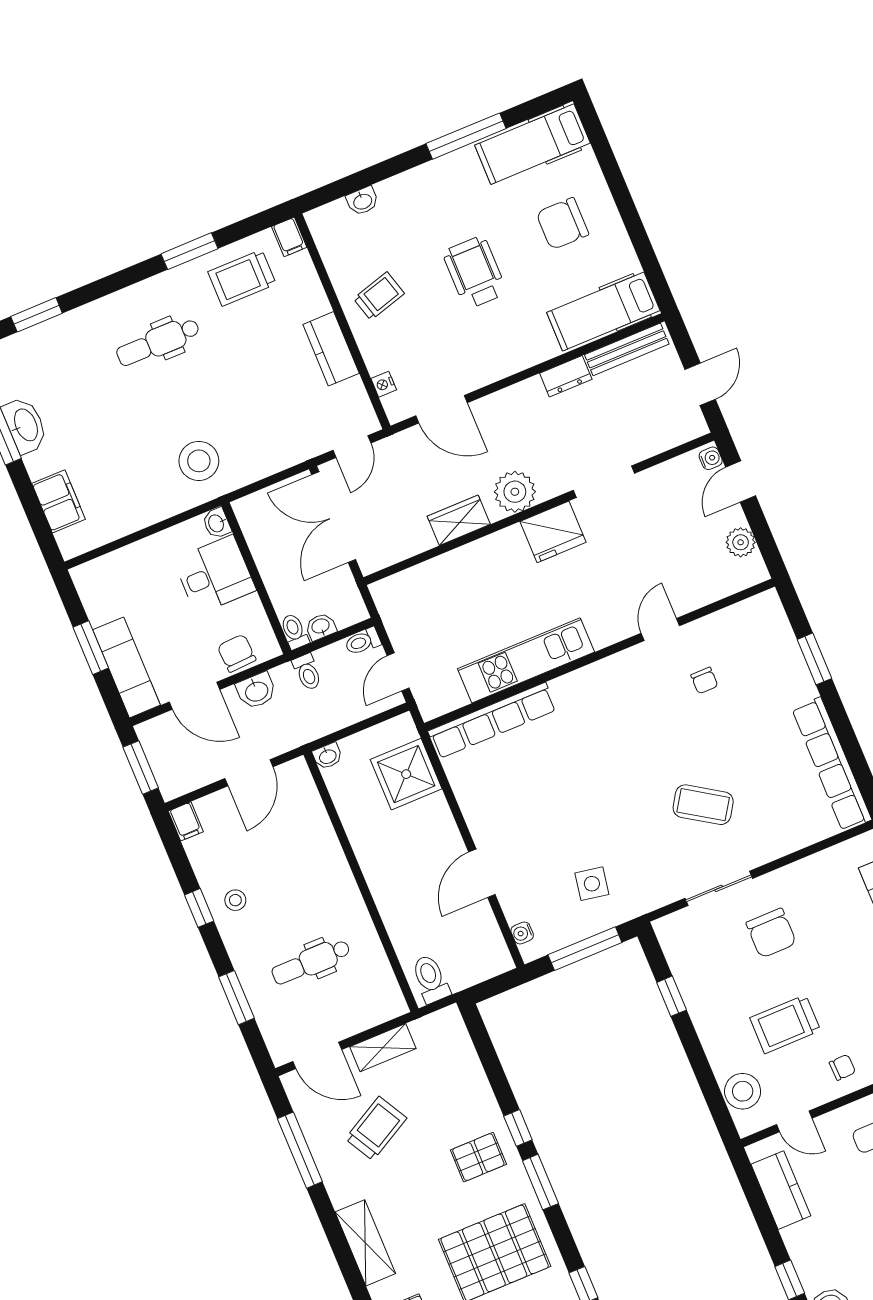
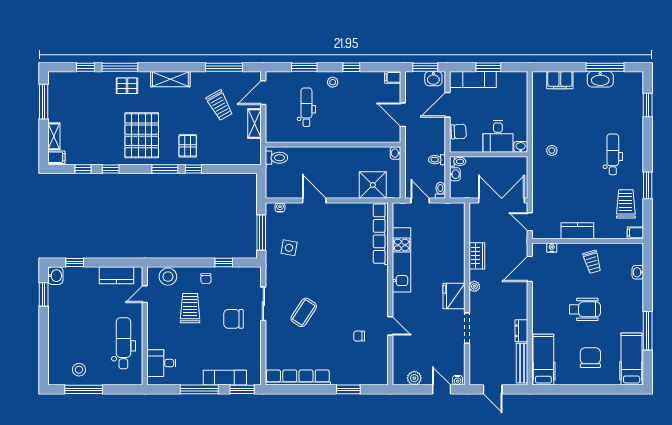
stool: (199, 461) -> (552, 150), width x0.53, depth x0.53
plant: (515, 492) -> (474, 286), width x0.53, depth x0.53
washbasin: (256, 691) -> (433, 79), moved, turned -90
stool: (235, 900) -> (333, 82), moved
chair: (842, 1067) -> (206, 279), moved

